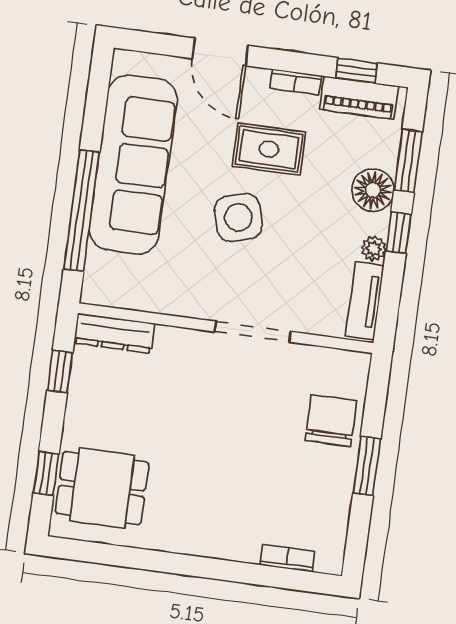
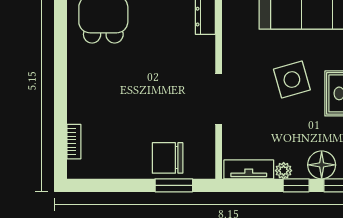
chair: (331, 421) -> (168, 158), turned 180
window: (367, 466) -> (174, 185), moved

